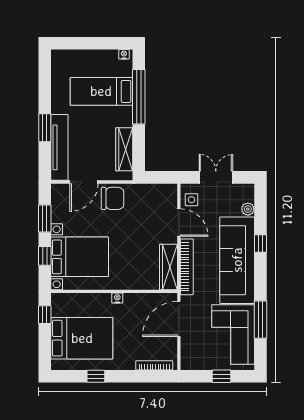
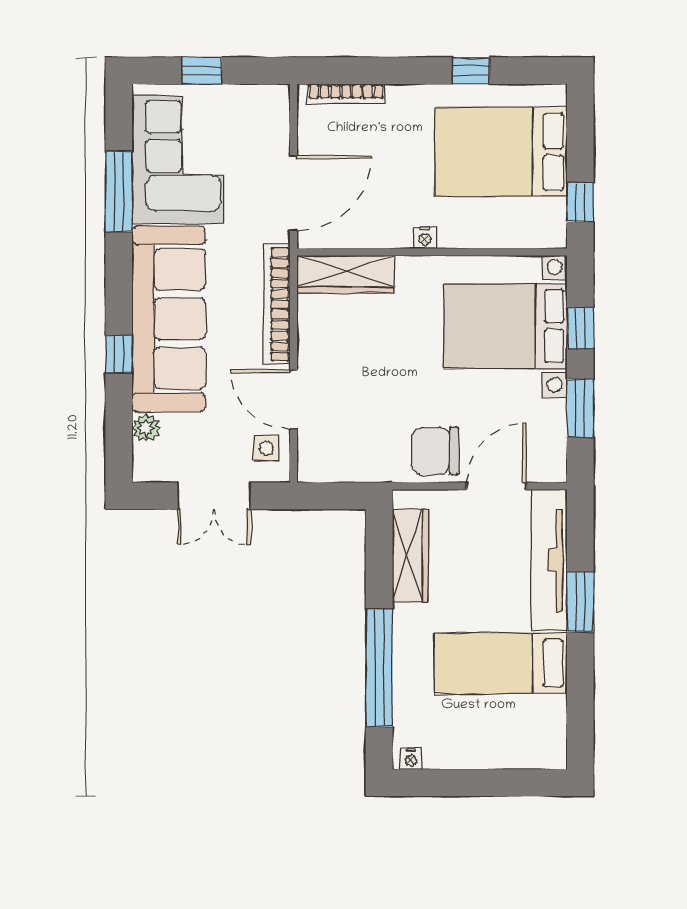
bed: (101, 91) -> (501, 663), moved, turned 180
wardrobe: (168, 267) -> (346, 274), moved, turned 90

